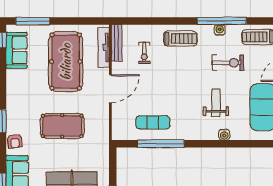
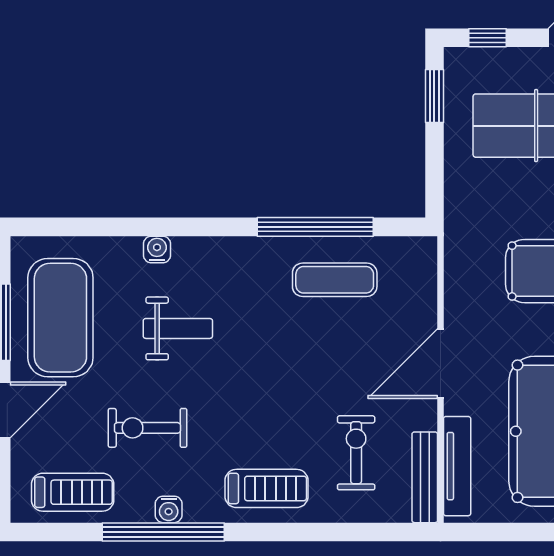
treadmill: (180, 39) -> (266, 488), turned 180
exercise bike: (144, 53) -> (356, 453), width x1.38, depth x1.39
weight bench: (216, 103) -> (178, 328), turned -90

